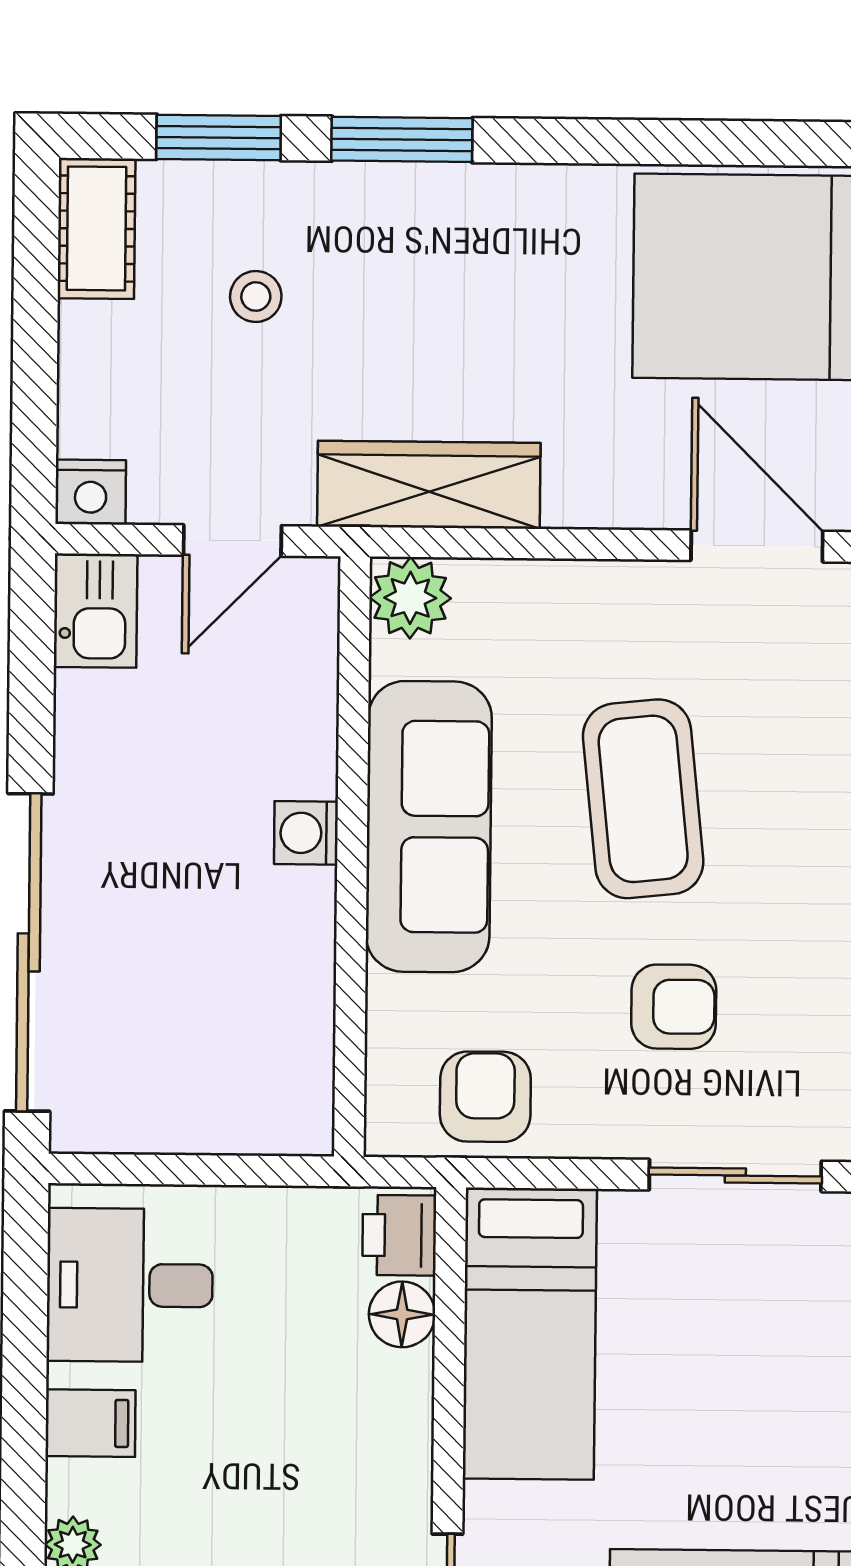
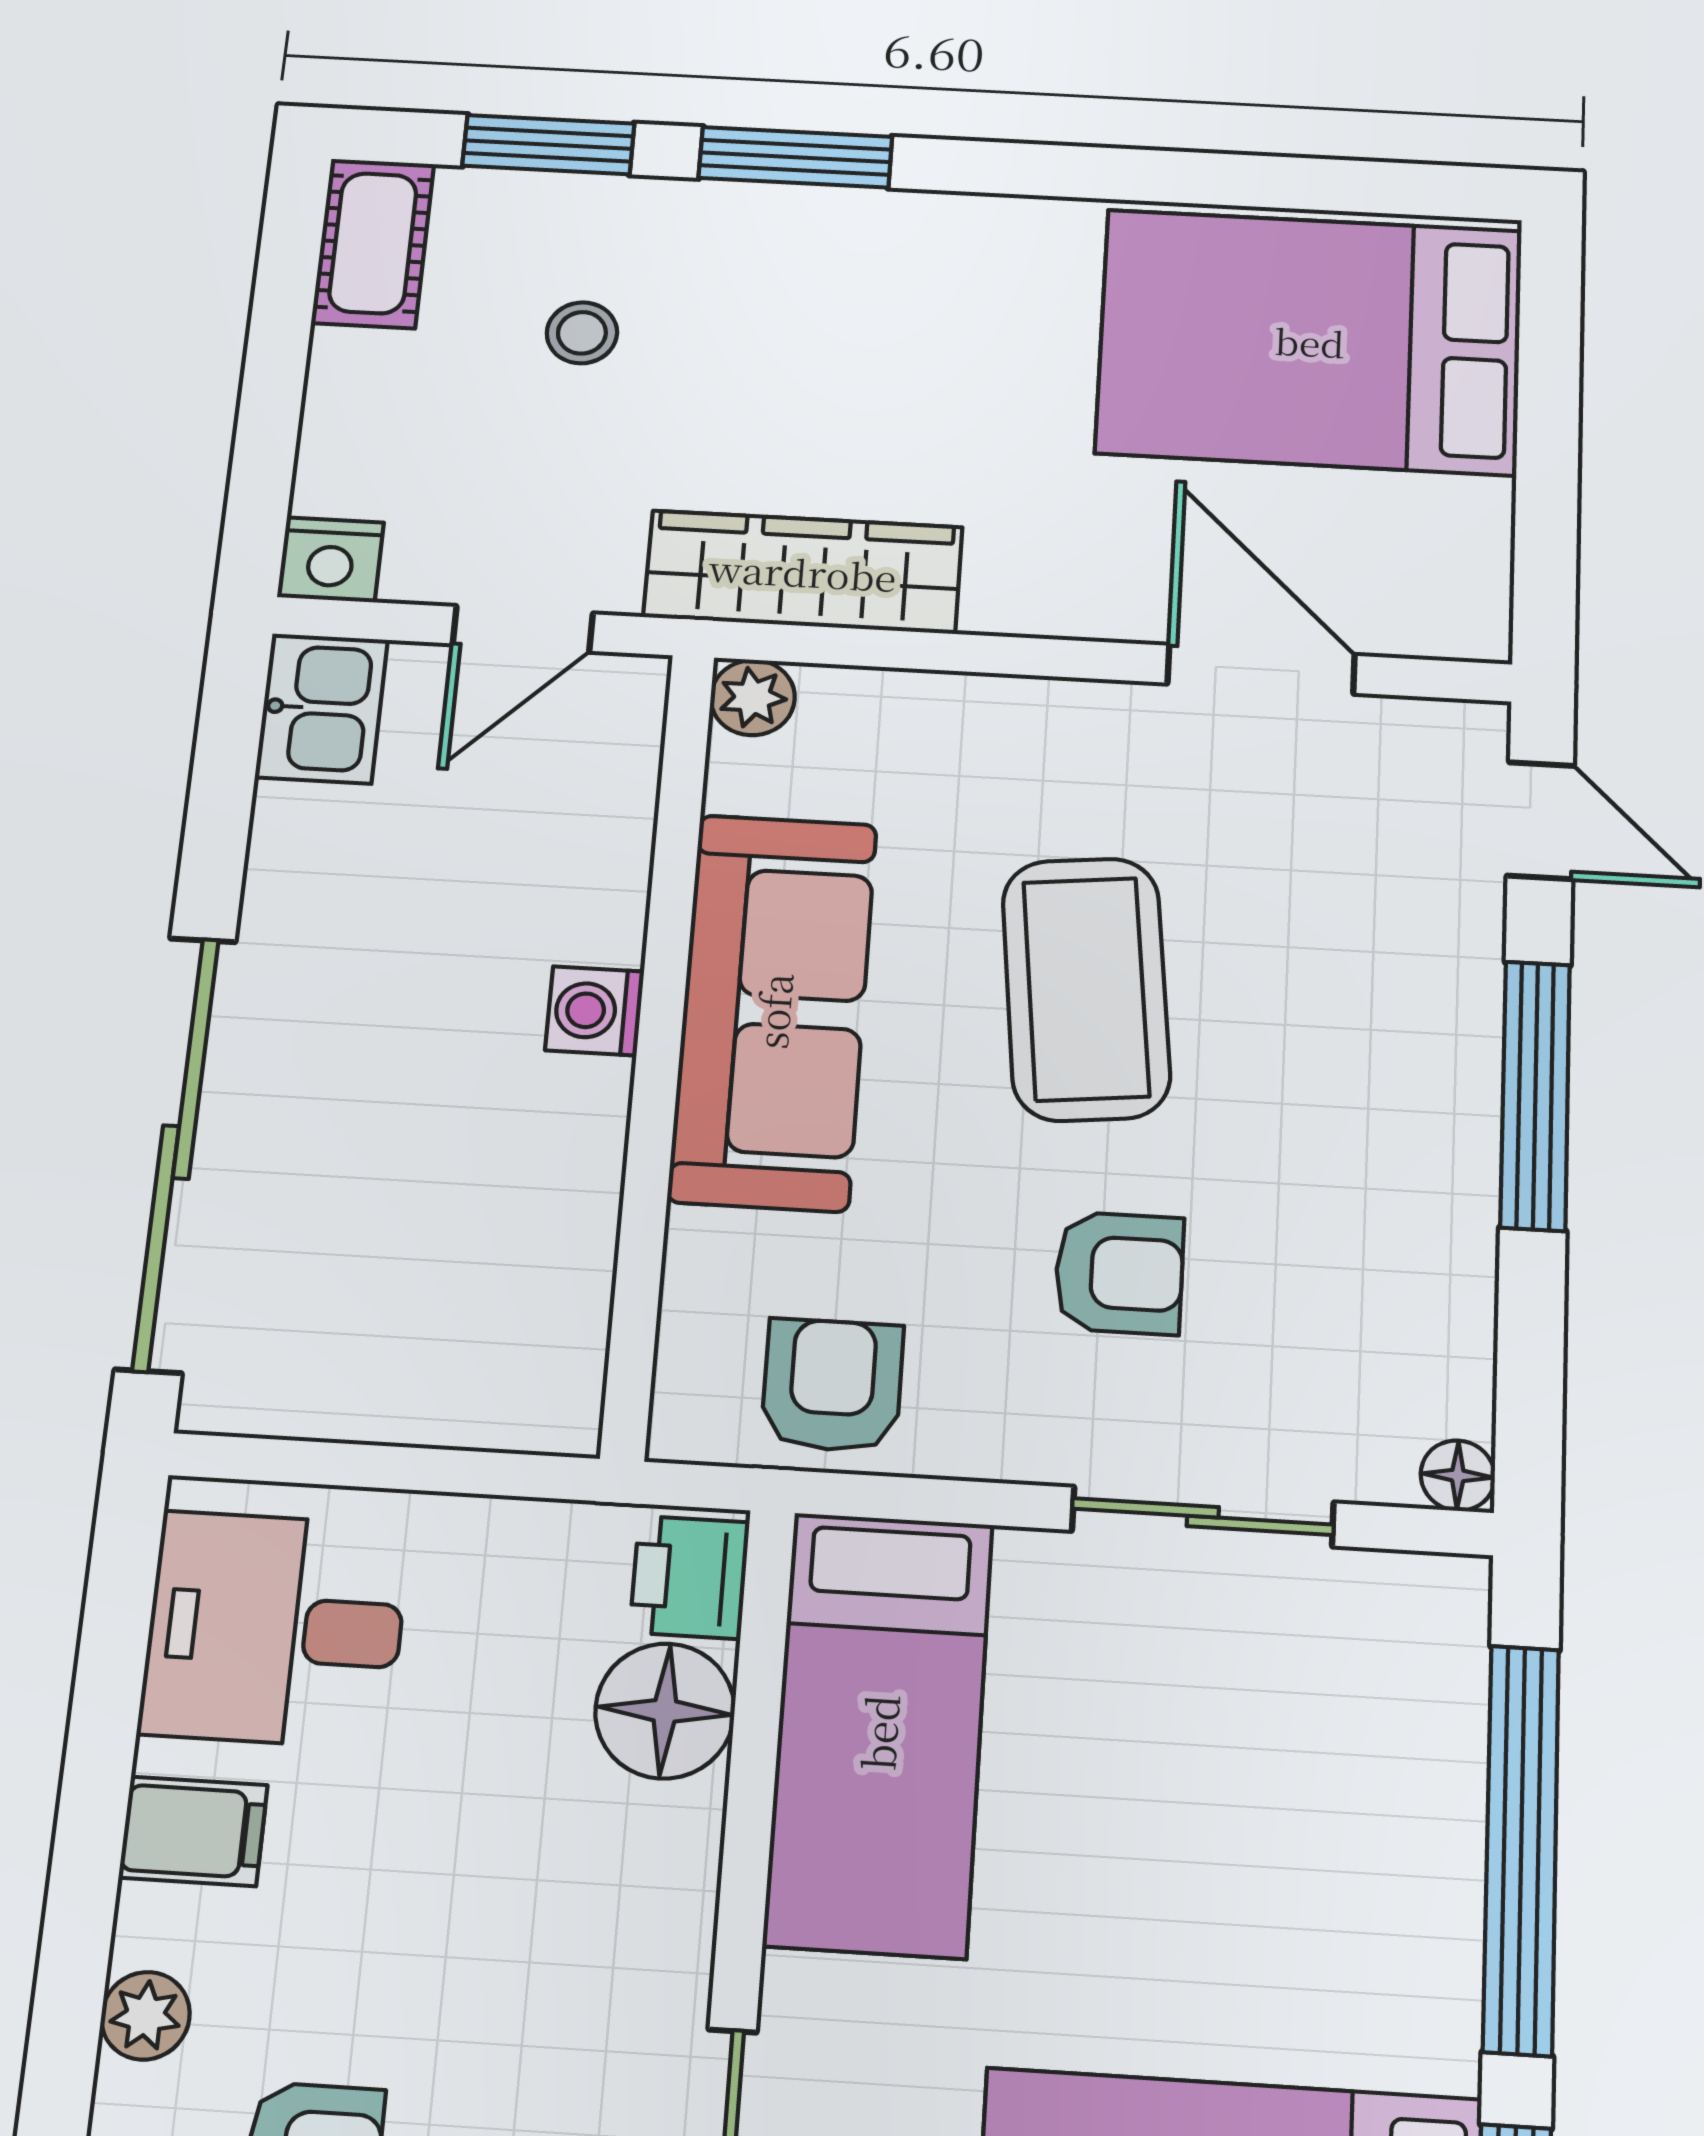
plant: (410, 598) -> (753, 698), width x0.73, depth x0.73
floor lamp: (402, 1314) -> (665, 1711), width x1.38, depth x1.38

